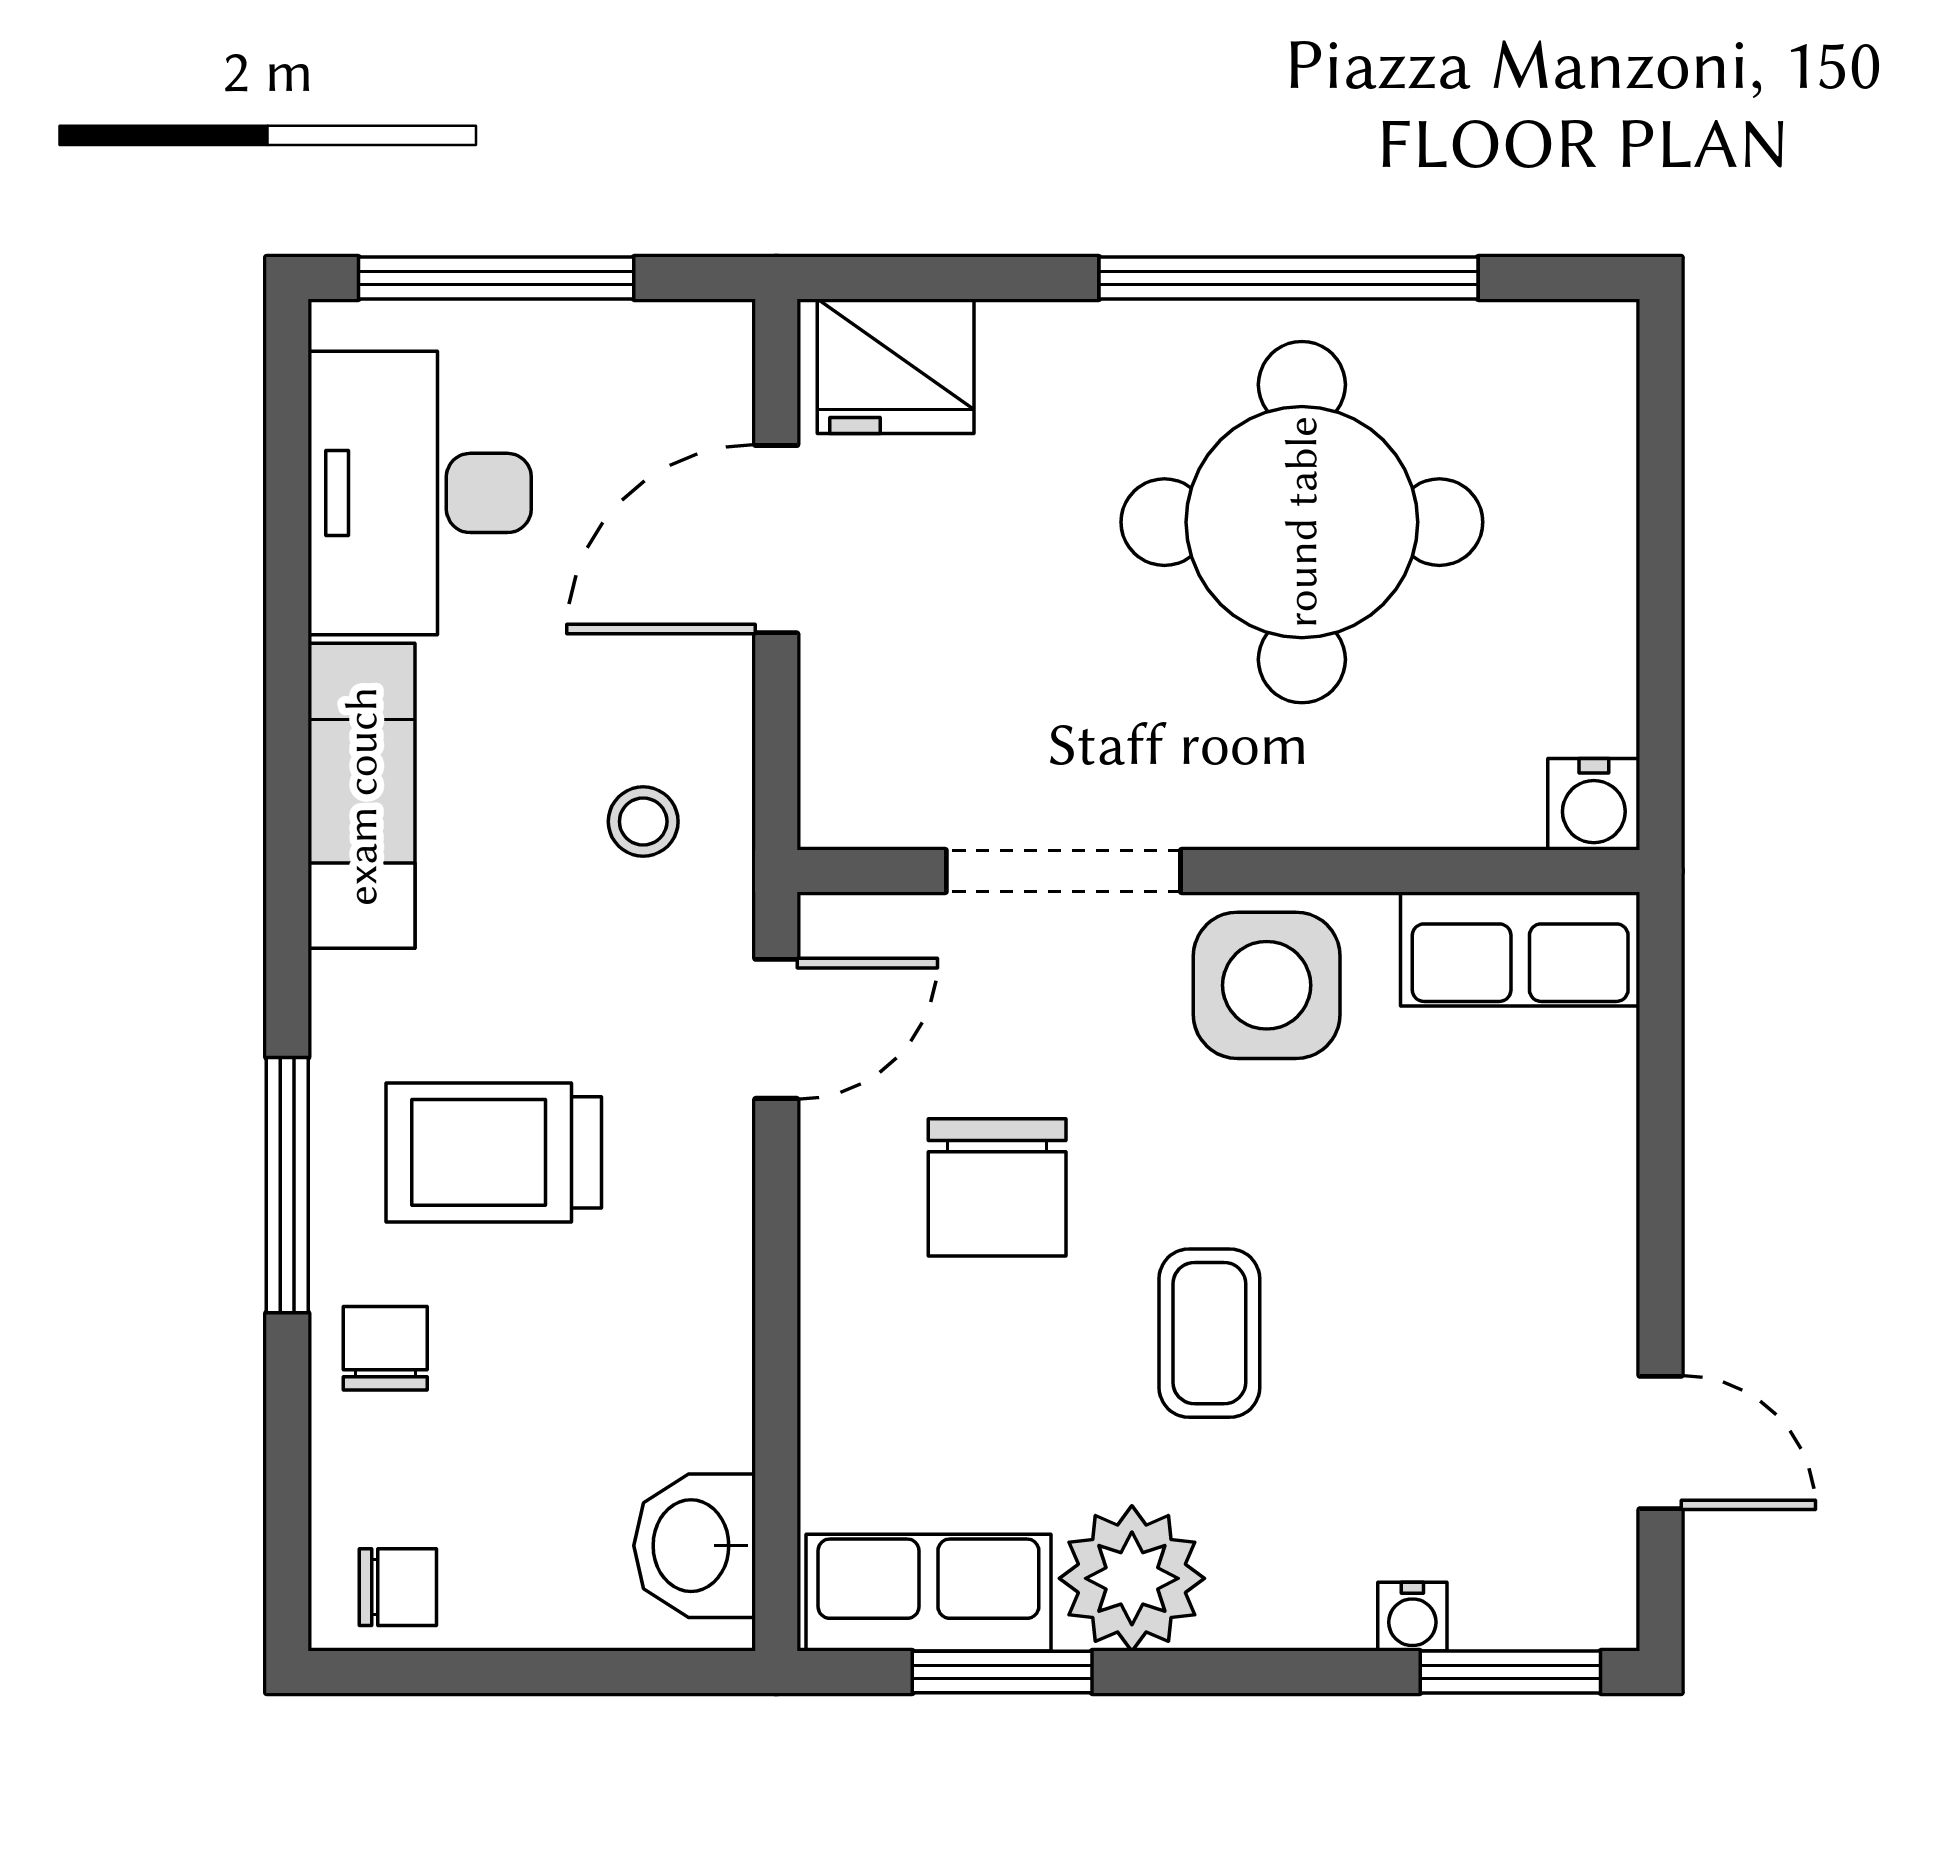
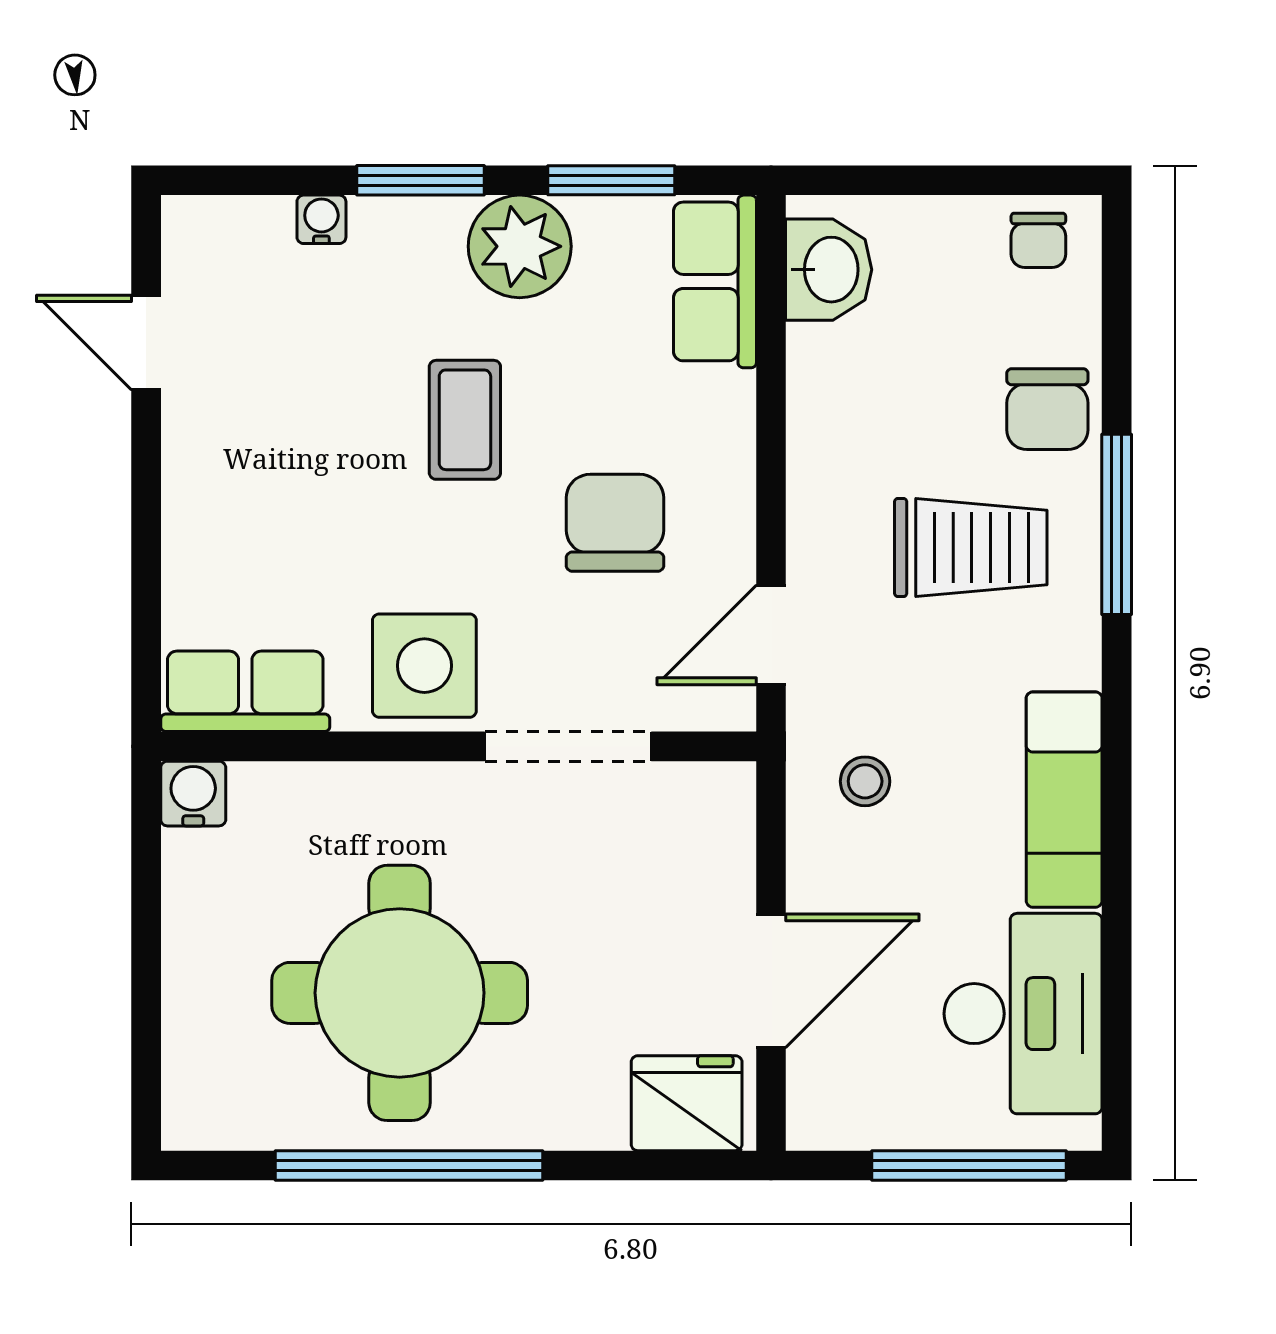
chair: (385, 1348) -> (1047, 409), width x1.37, depth x1.37
chair: (398, 1587) -> (1038, 240), turned -90
row of seats: (928, 1593) -> (715, 281), moved, turned 90
window: (1510, 1672) -> (421, 180), moved

